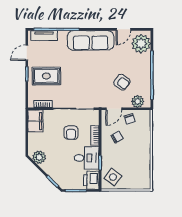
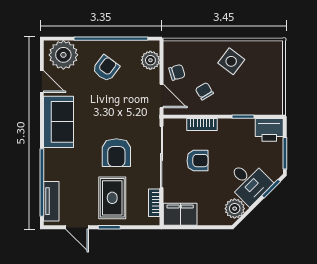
sofa: (91, 40) -> (58, 122), width x0.73
armchair: (76, 79) -> (116, 153), added
armchair: (122, 82) -> (106, 68), moved
desk: (87, 158) -> (249, 182), moved, turned 135
side table: (113, 177) -> (231, 61), moved

